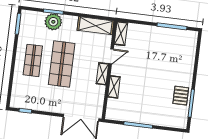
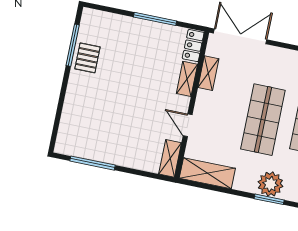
door: (111, 56) -> (188, 125), hinge flipped
shelving: (102, 74) -> (208, 73), moved
locker: (112, 109) -> (193, 46), added

